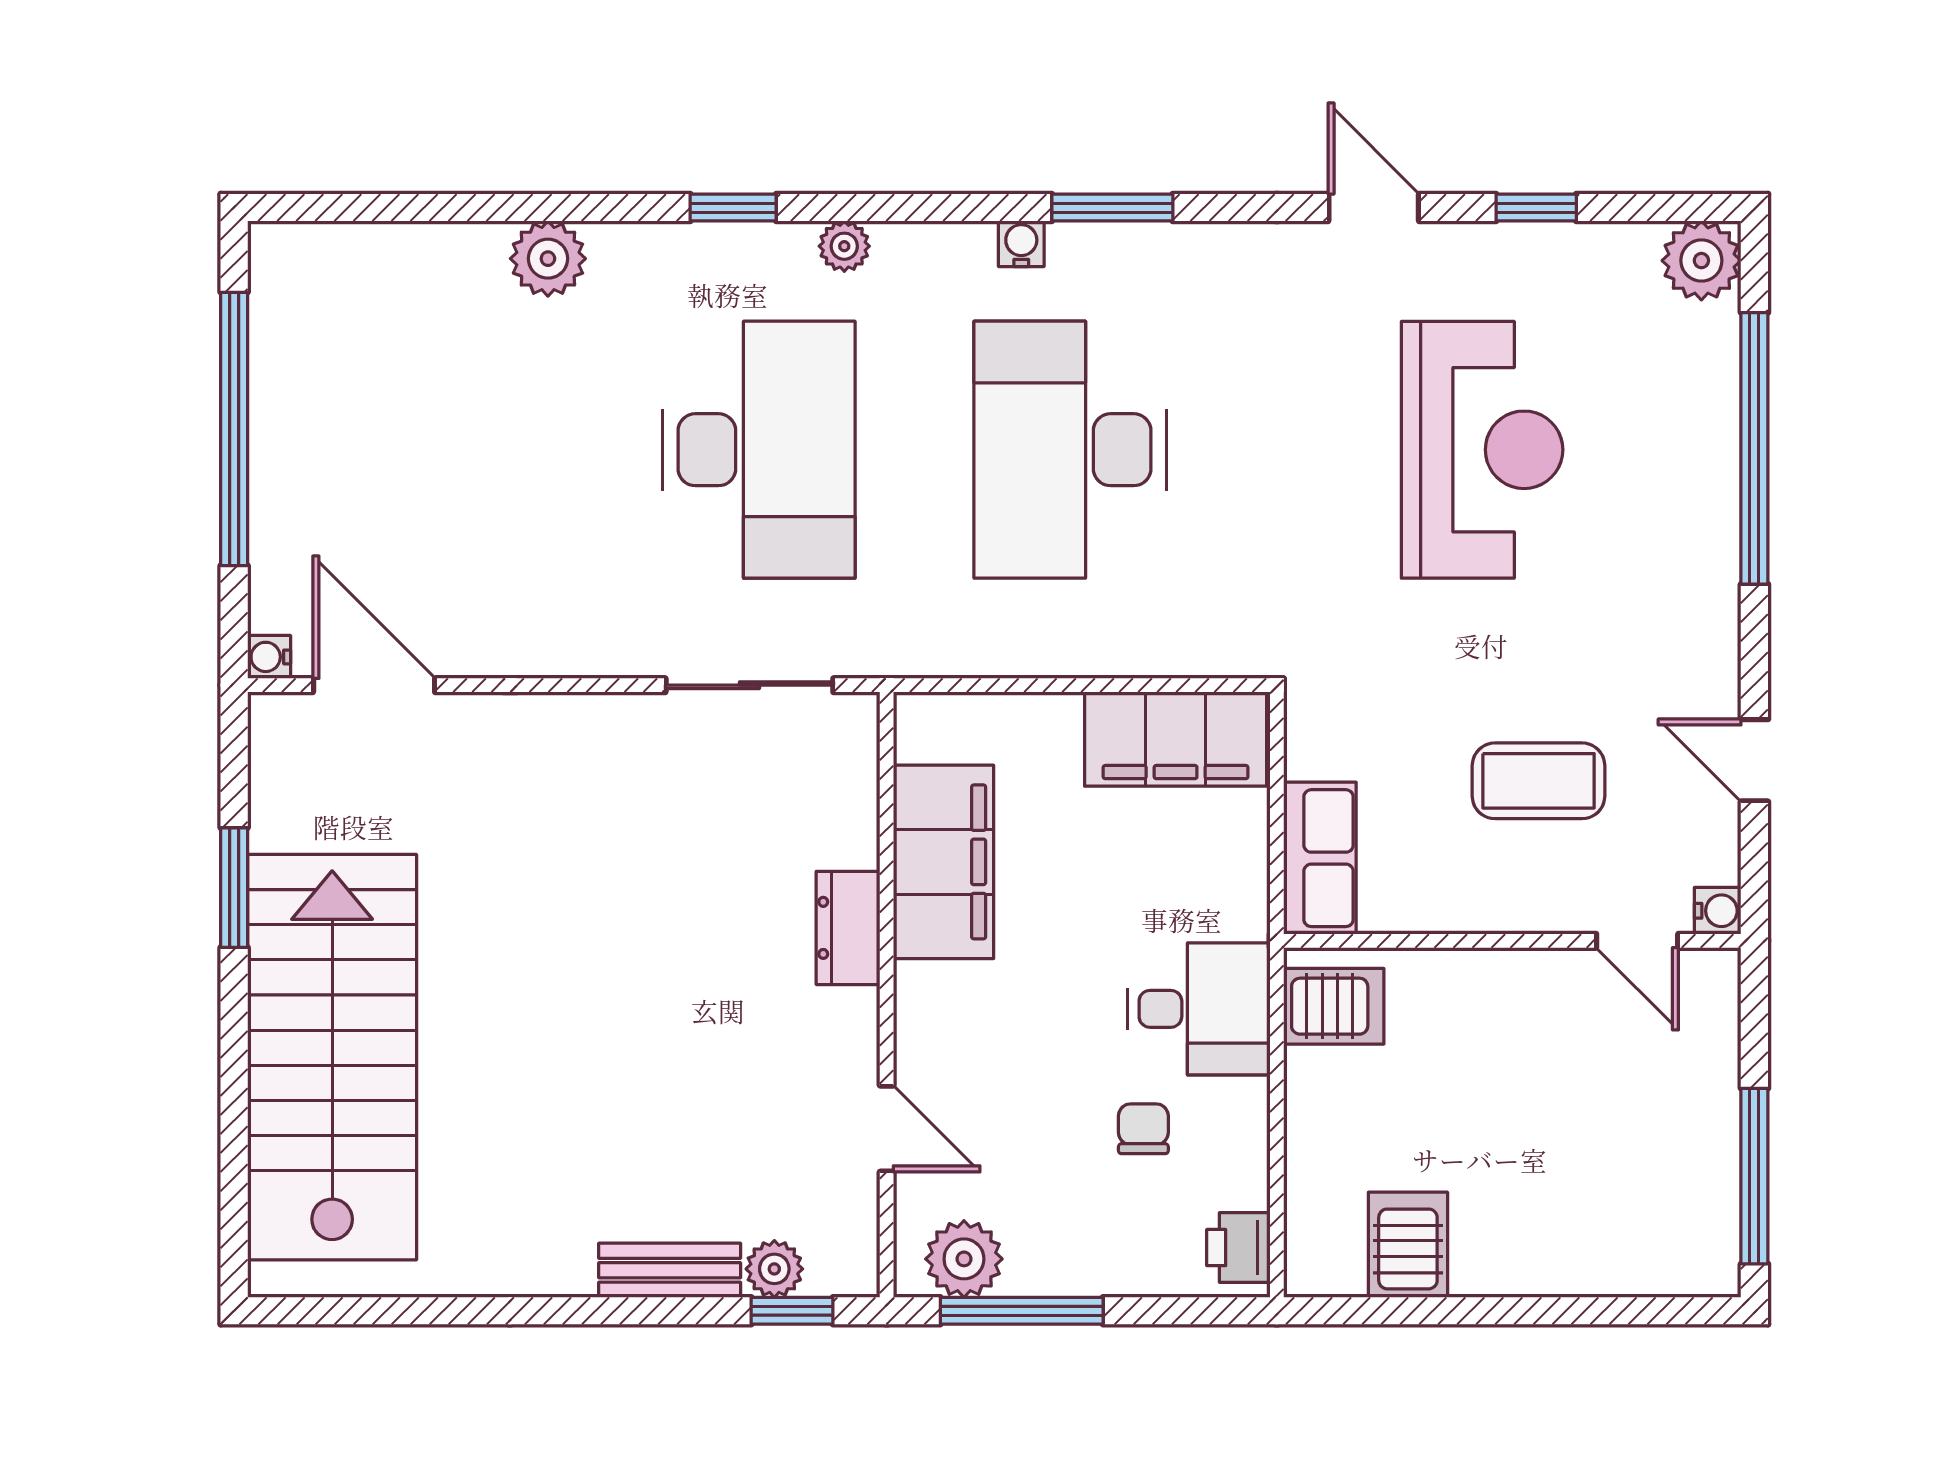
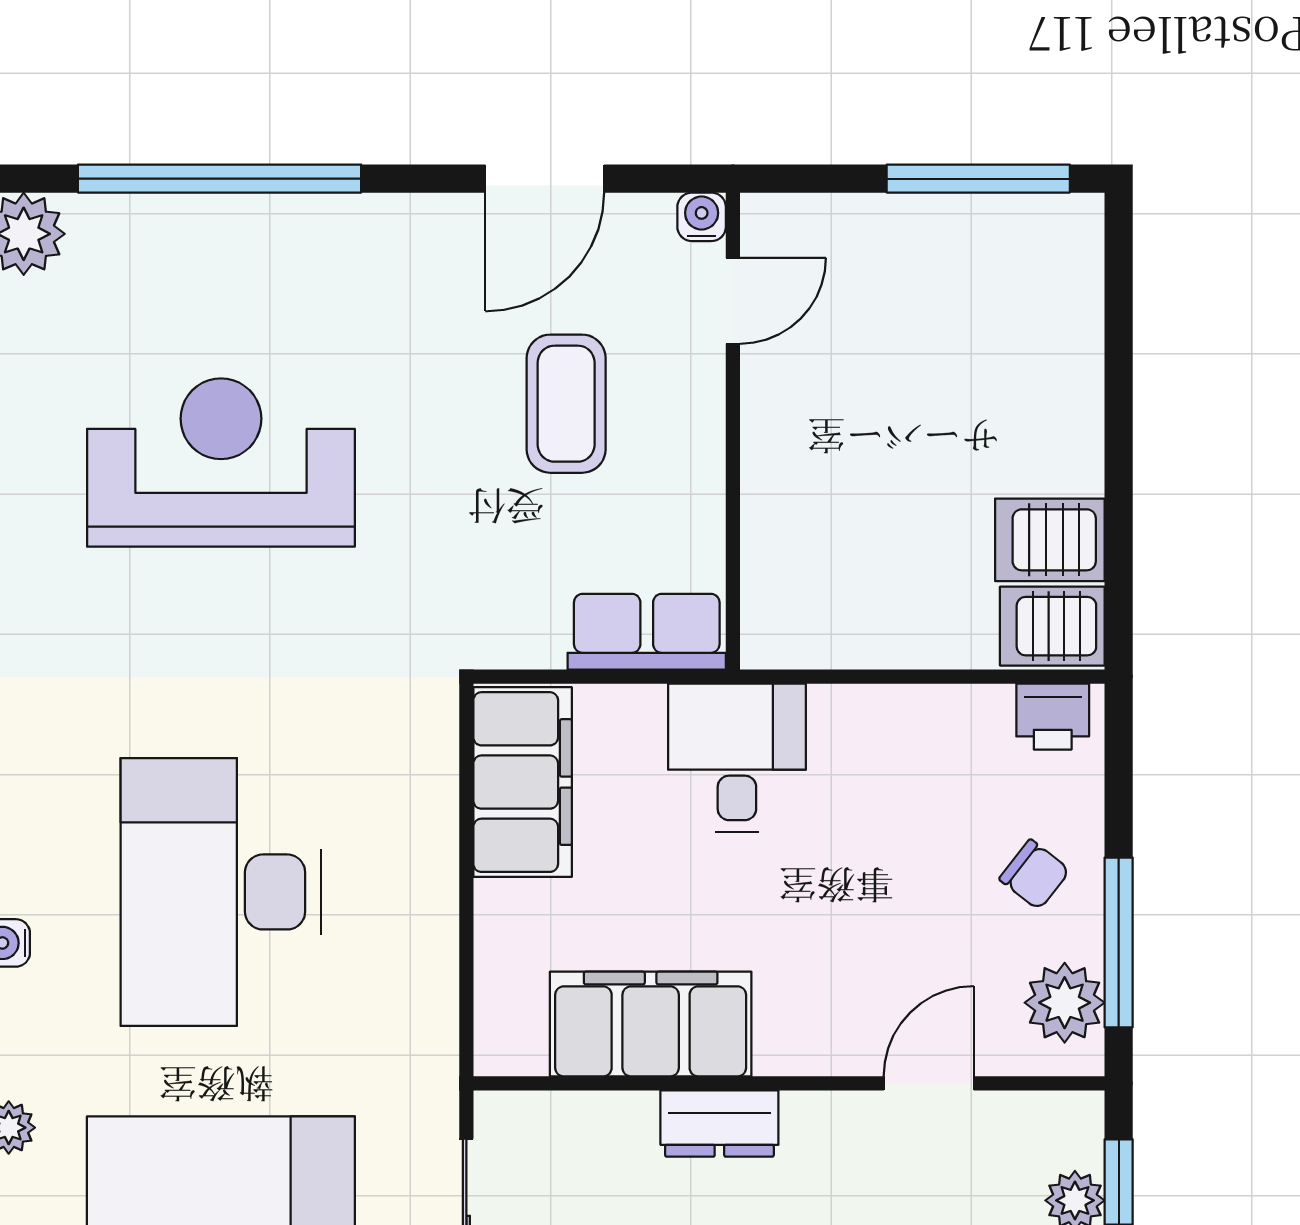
desk: (1070, 450) -> (221, 892), turned 90
door: (1754, 760) -> (545, 179), width x1.38
server rack: (1334, 1006) -> (1052, 626), moved, turned -90
desk: (1199, 1009) -> (737, 758), moved
chair: (1143, 1129) -> (1035, 875), moved, turned -142

